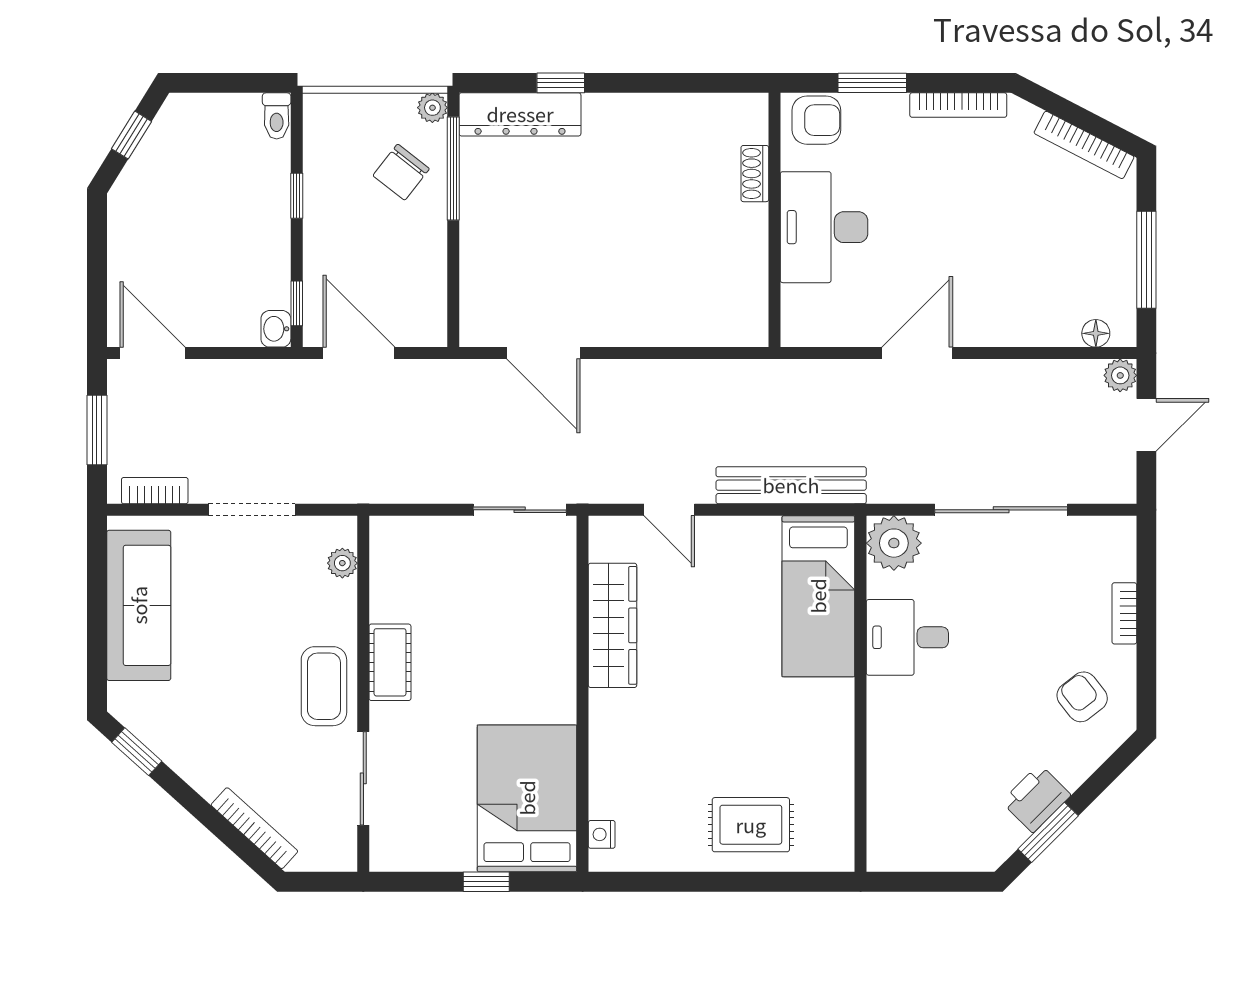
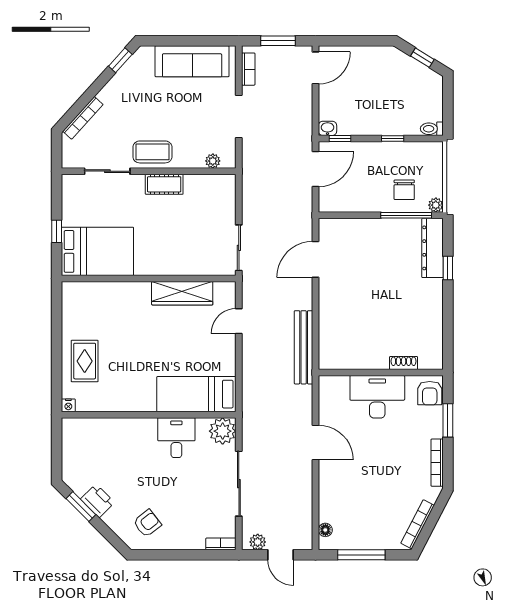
chair: (401, 172) -> (404, 190), turned -128
plant: (1120, 375) -> (258, 542), moved
bench: (791, 485) -> (304, 347), moved
bookcase: (1124, 613) -> (221, 544), moved
nightstand: (602, 834) -> (68, 405), moved, turned 180

